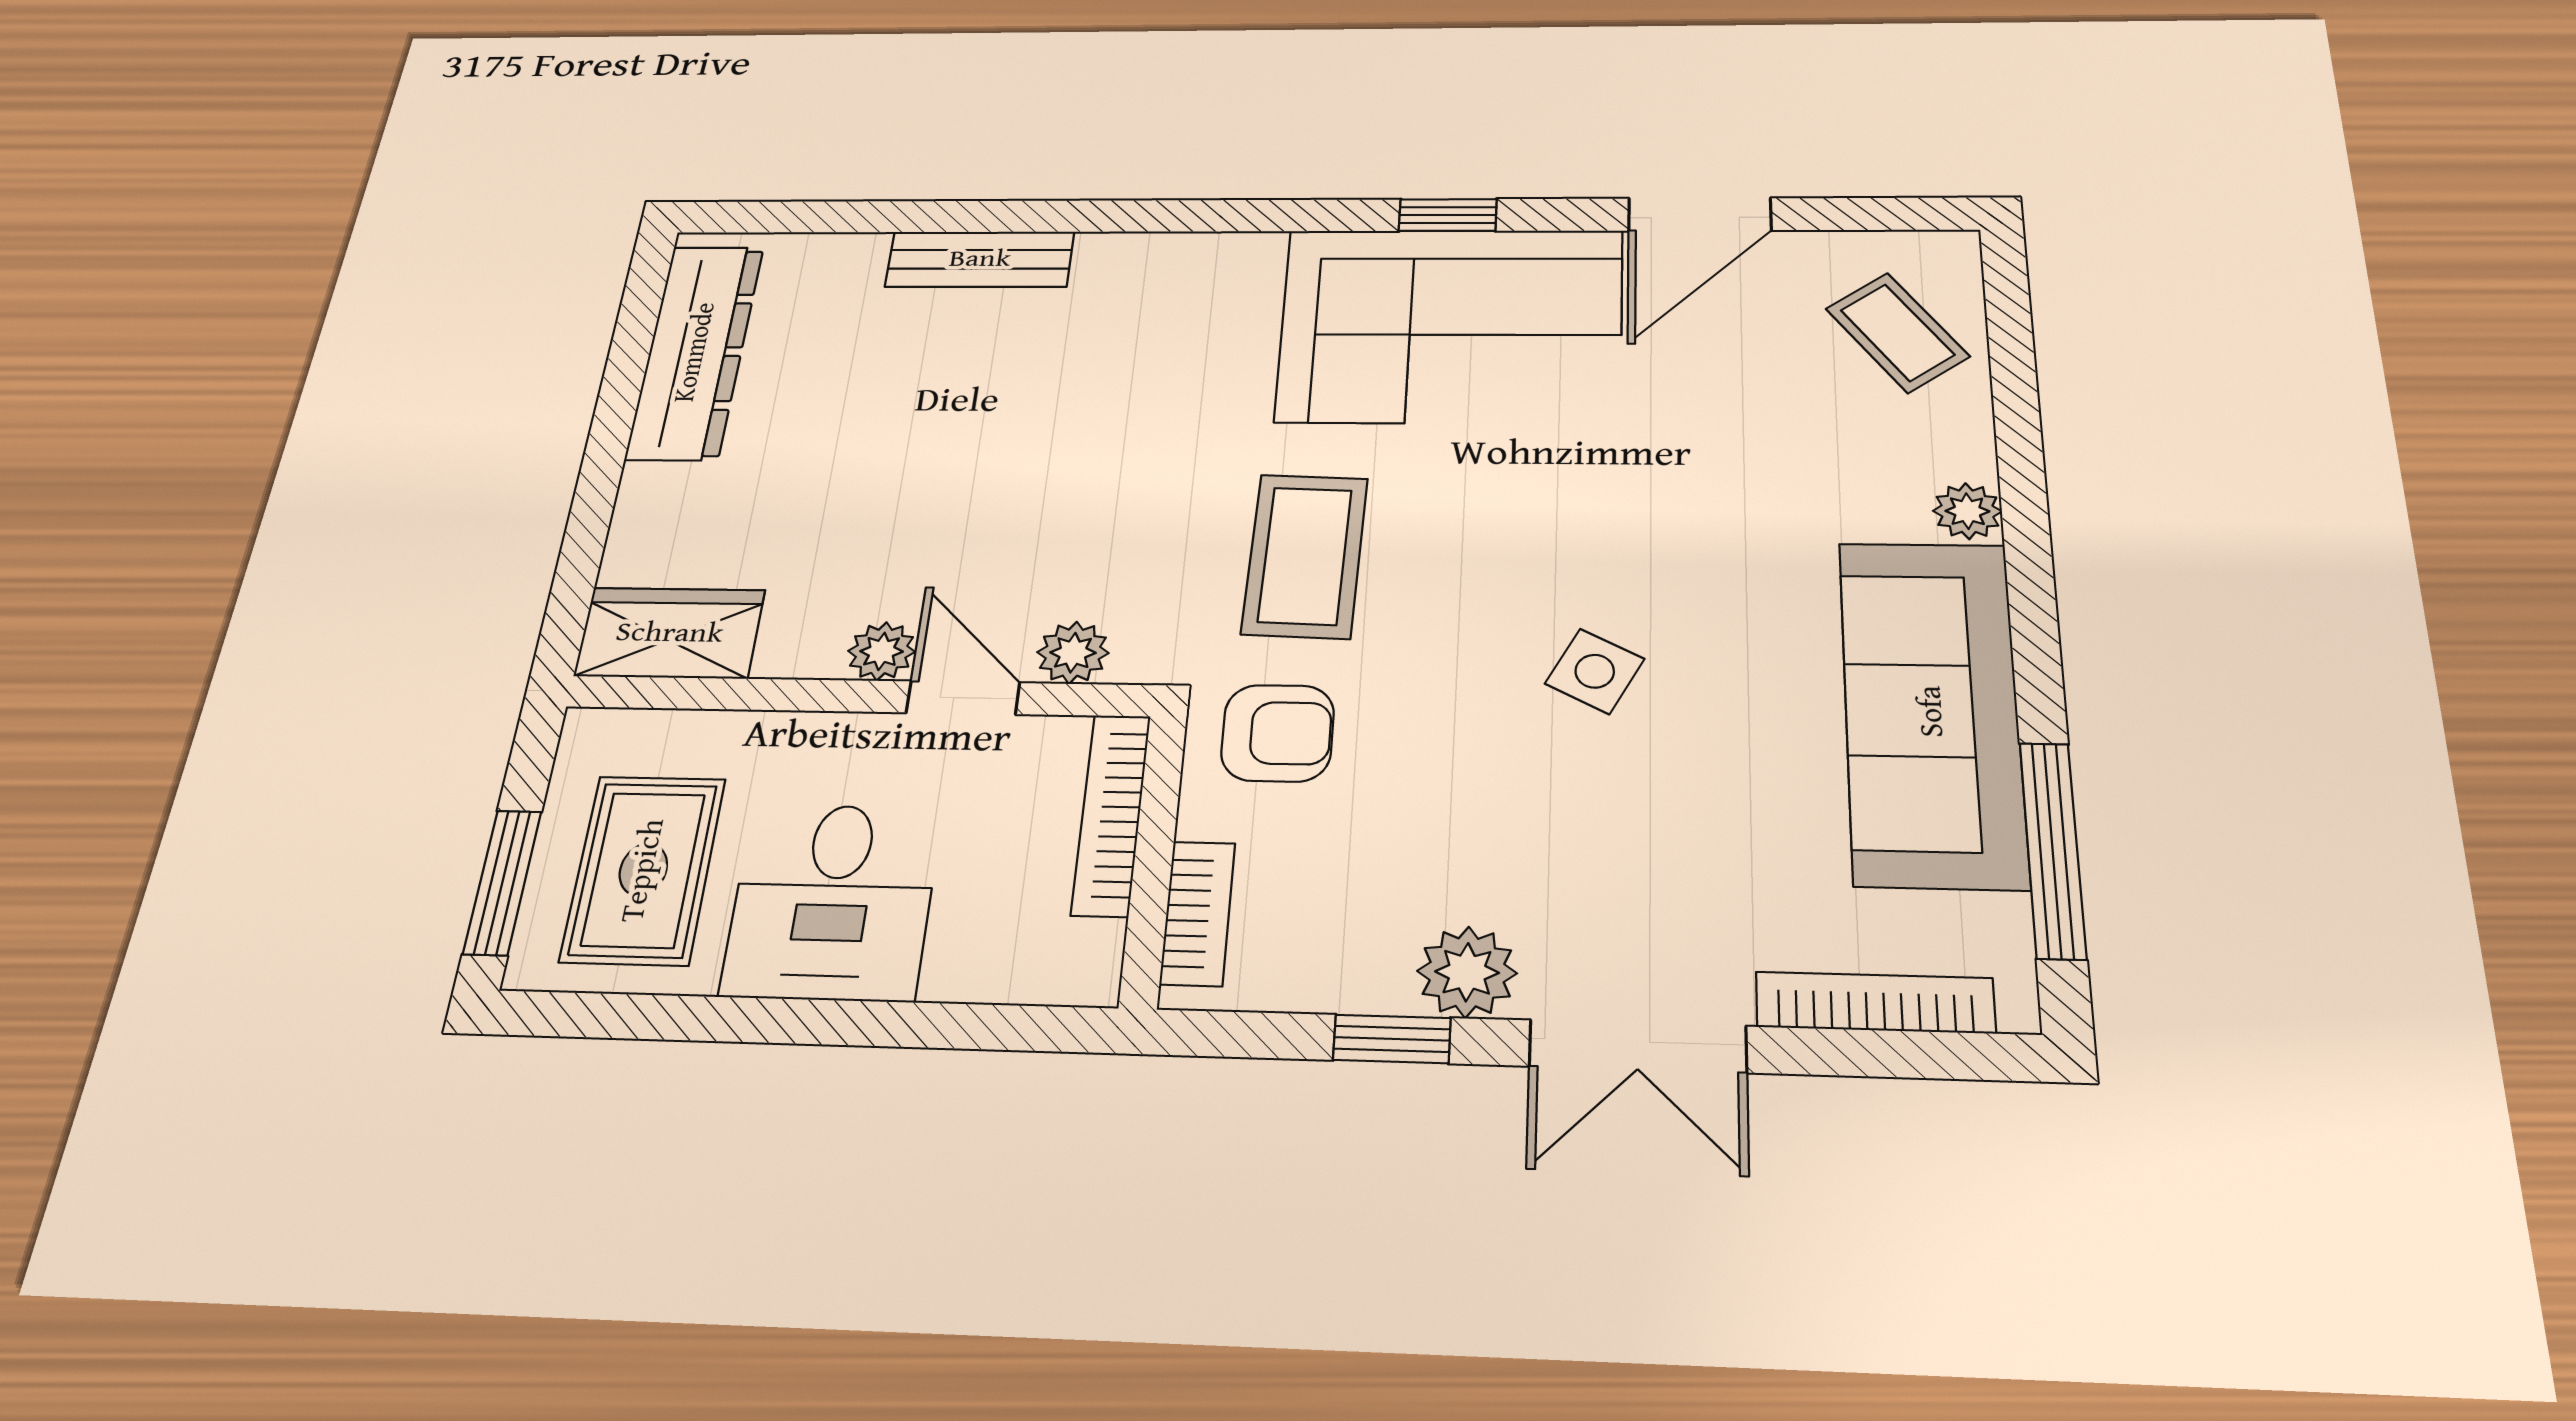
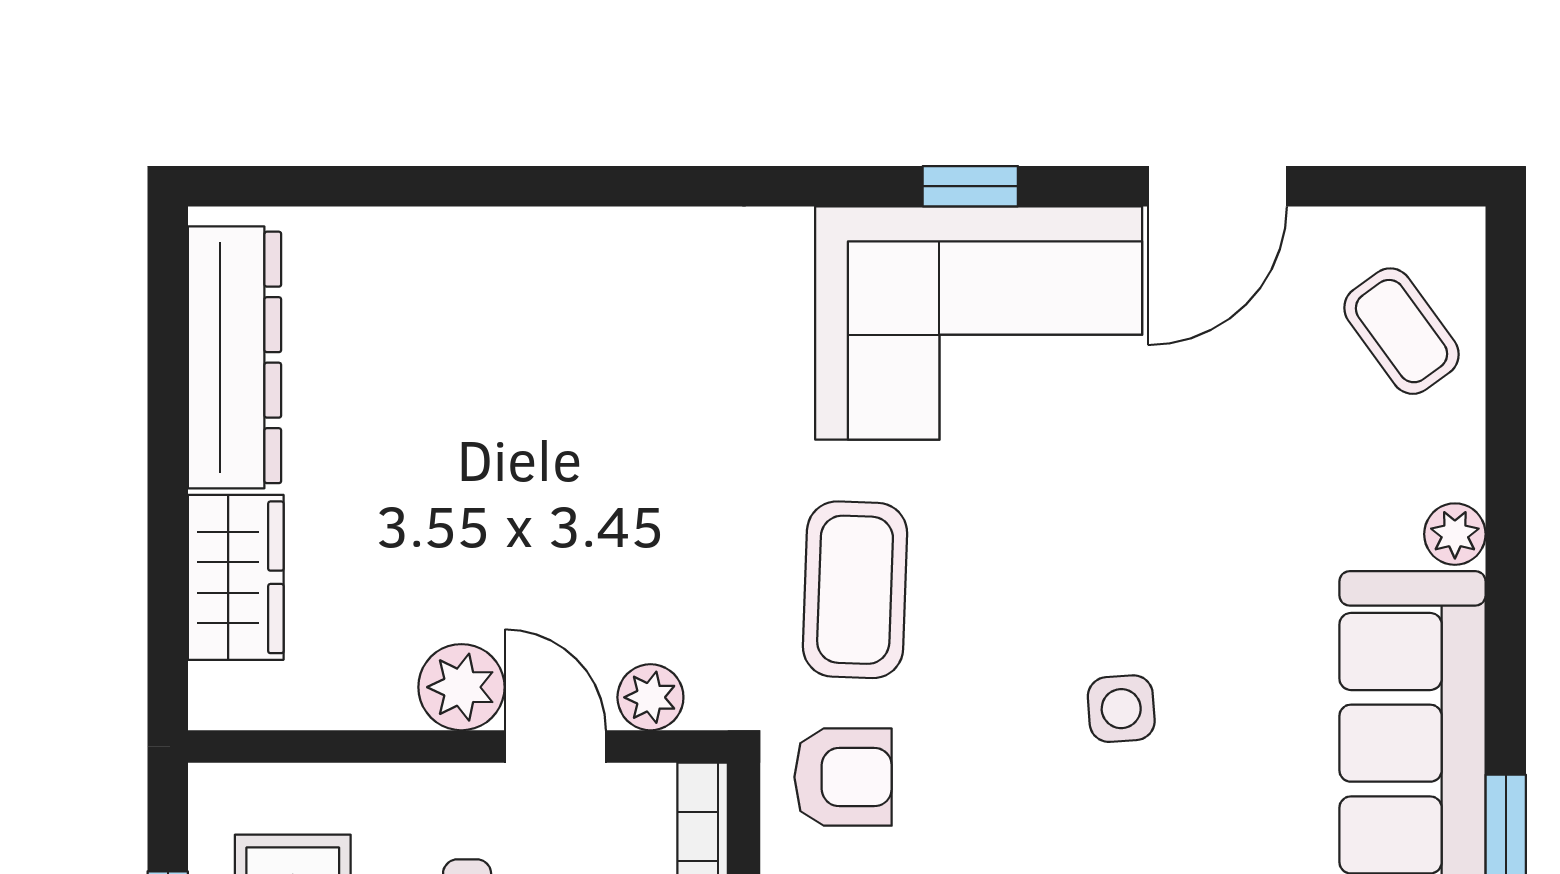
bench: (980, 259) -> (505, 241), removed
wardrobe: (670, 633) -> (236, 577), moved, turned 90
plant: (882, 651) -> (461, 687), width x1.38, depth x1.38
side table: (1595, 671) -> (1121, 709), turned -32

